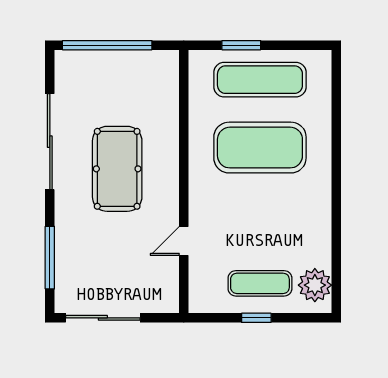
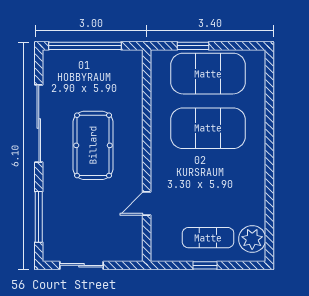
exercise mat: (260, 80) -> (208, 74), width x1.47
sliding door: (103, 318) -> (81, 265), width x0.73

